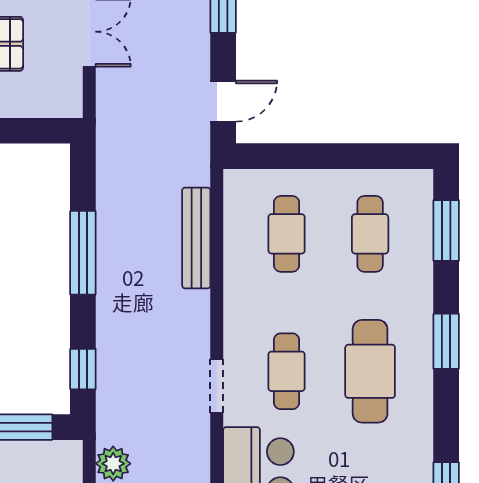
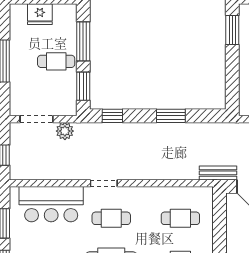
bench: (196, 238) -> (218, 173), moved, width x0.73
window: (83, 253) -> (171, 116), width x0.69

